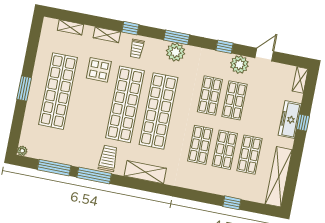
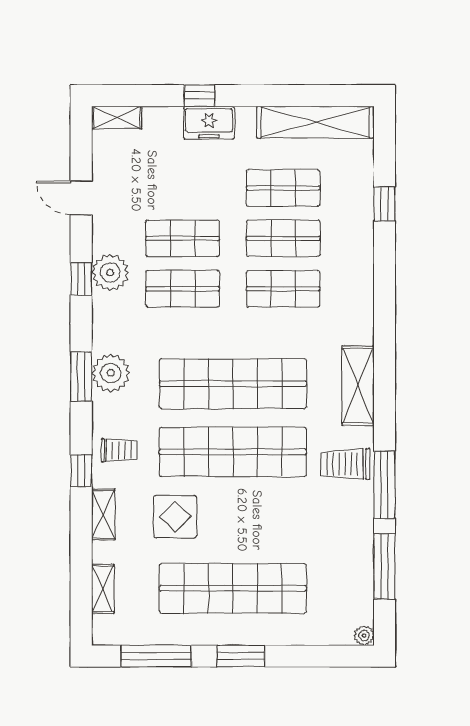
window: (32, 47) -> (156, 656), added
plant: (239, 65) -> (110, 273), moved
freezer: (290, 120) -> (209, 123), width x0.71

